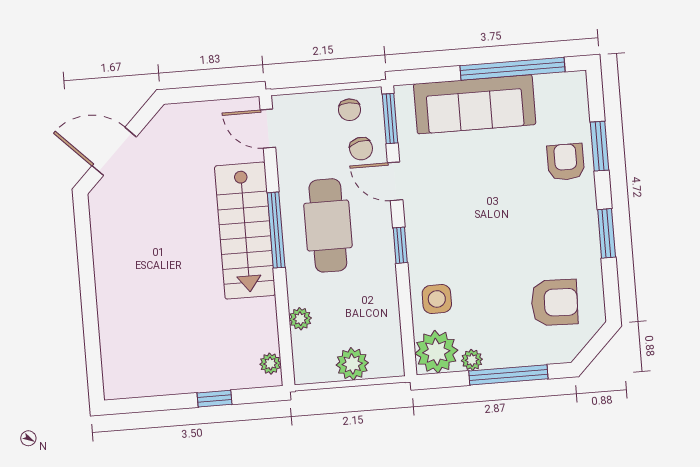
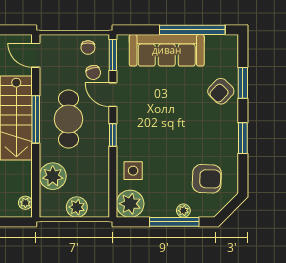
armchair: (566, 162) -> (221, 91), turned -136
plant: (300, 319) -> (53, 176), width x1.88, depth x1.88
plant: (472, 360) -> (183, 211), moved

